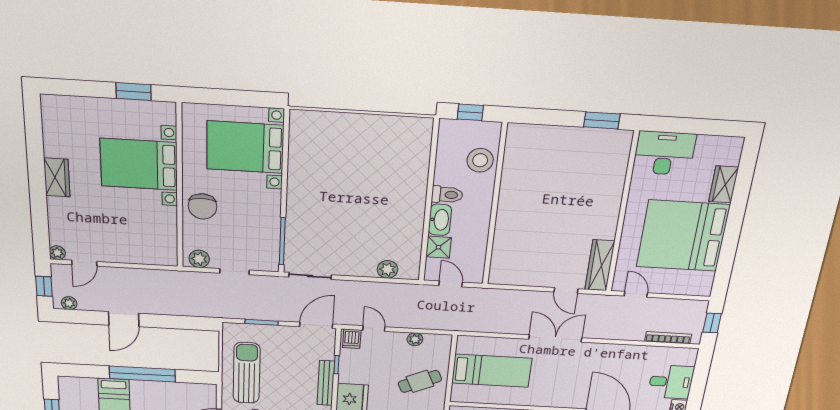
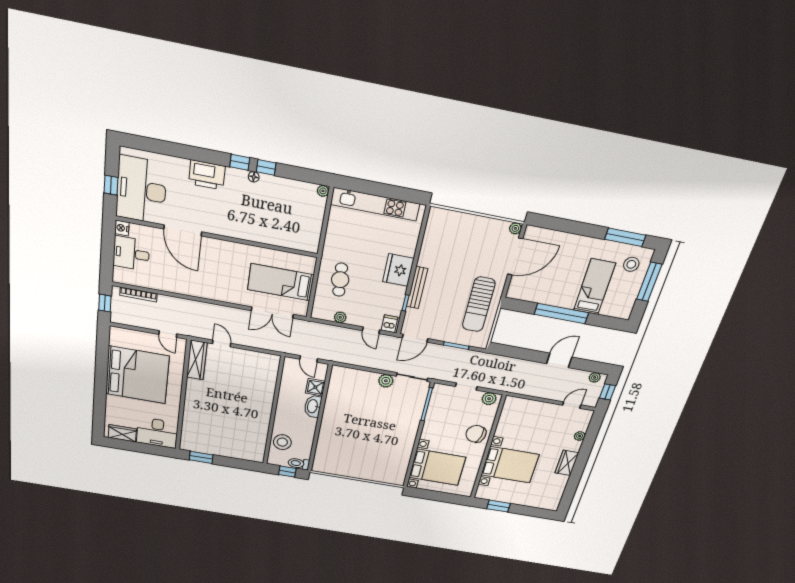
wardrobe: (724, 184) -> (122, 433), moved, turned -90
toilet: (447, 195) -> (299, 464), moved
chair: (203, 206) -> (476, 434), turned -77
plant: (57, 253) -> (580, 436), moved
plant: (388, 269) -> (386, 381), moved
double door: (555, 338) -> (272, 312), moved
cafe table: (420, 381) -> (340, 280), turned -70

